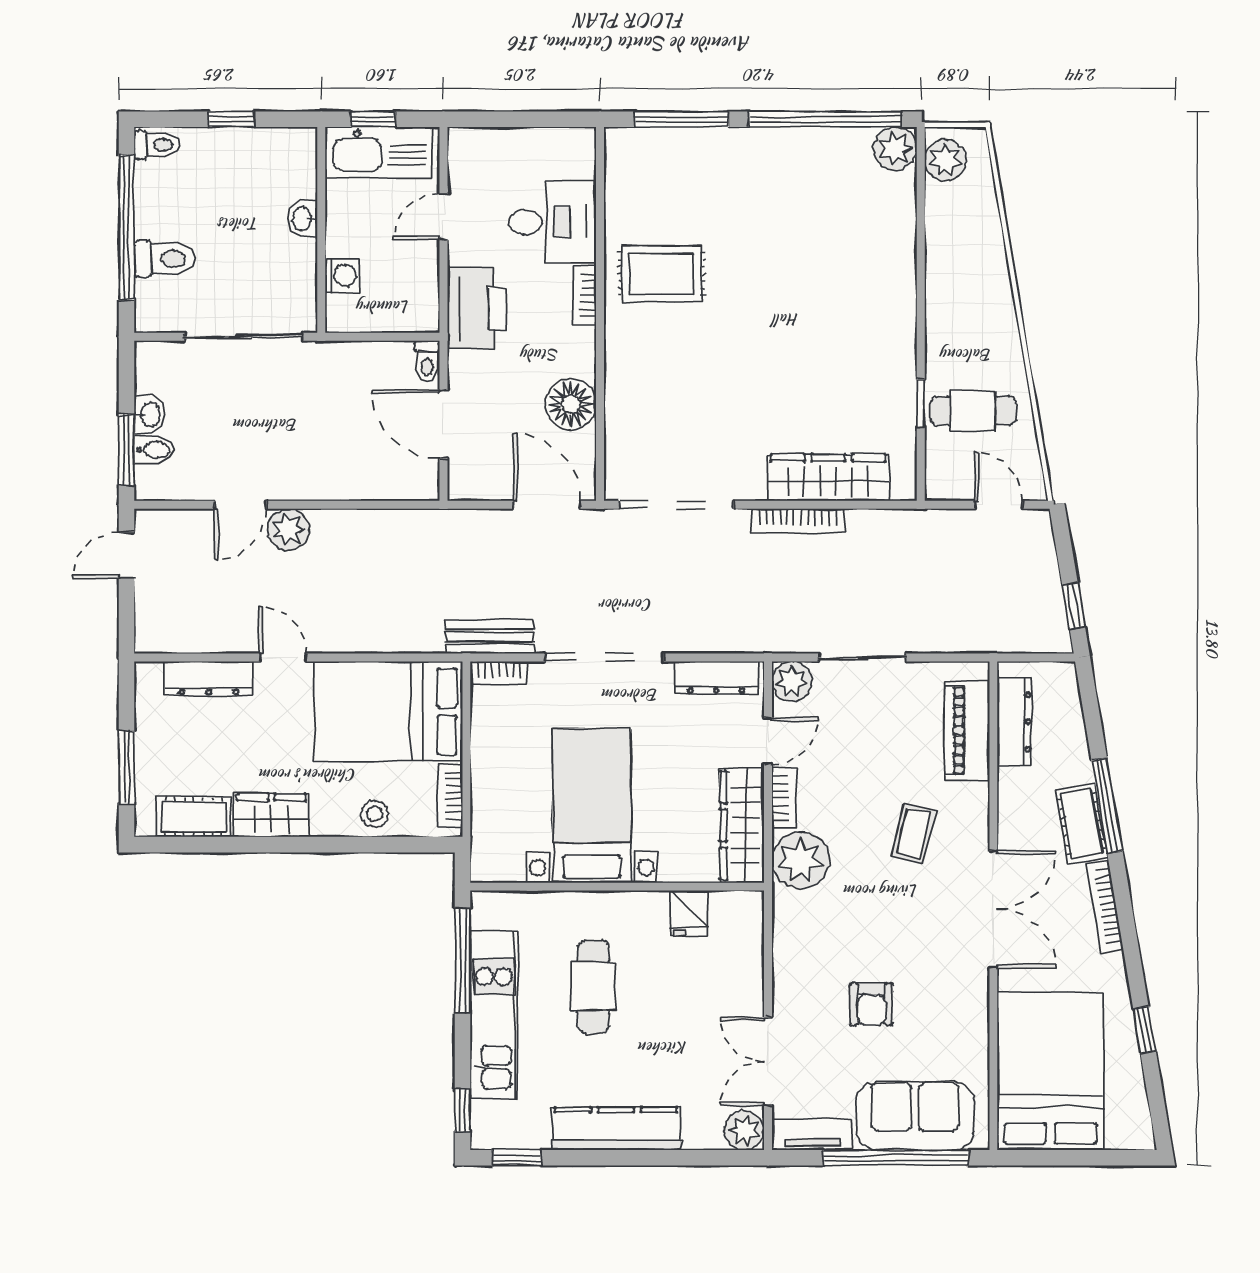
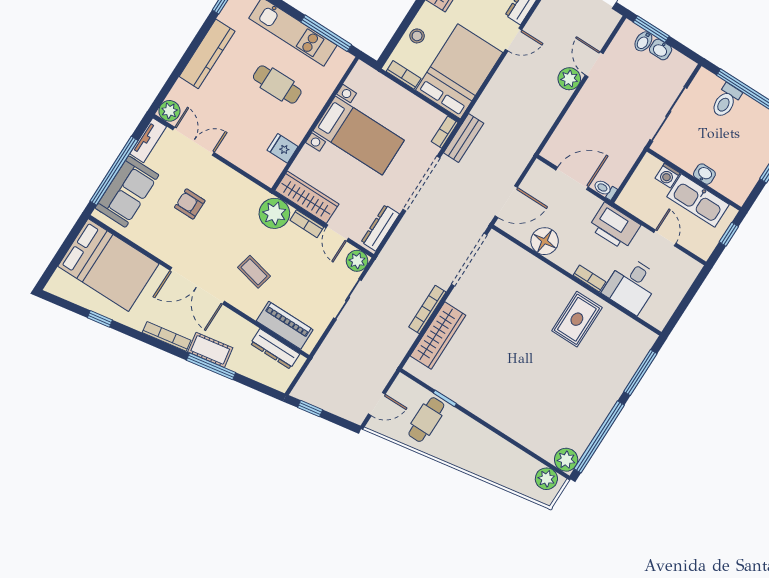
kitchen sink: (379, 152) -> (698, 201), moved, turned -90

